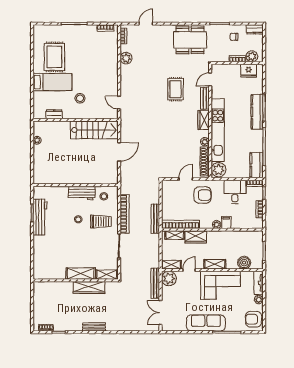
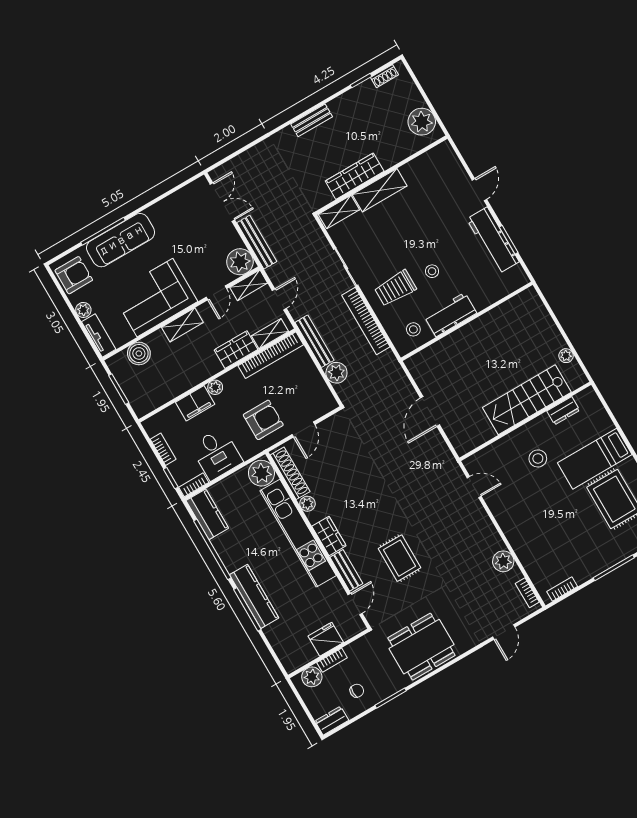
fridge: (249, 71) -> (326, 639), moved
stairs: (94, 130) -> (527, 400), moved
armchair: (203, 195) -> (263, 420), turned 180
plant: (154, 197) -> (336, 373), added
filing cabinet: (226, 222) -> (195, 403), width x2.00
door: (32, 246) -> (479, 190), added
door: (160, 249) -> (279, 299), added
plant: (41, 295) -> (422, 122), added
sofa: (206, 323) -> (121, 240), moved

